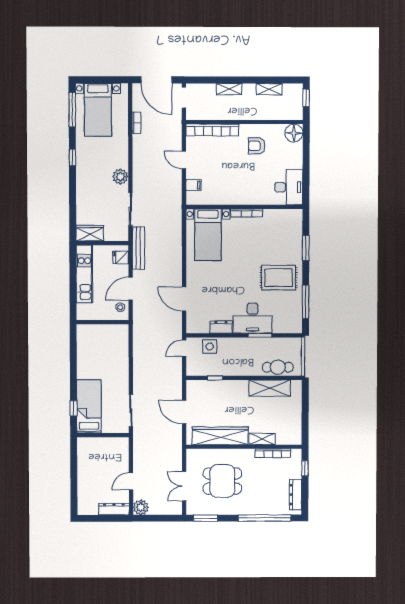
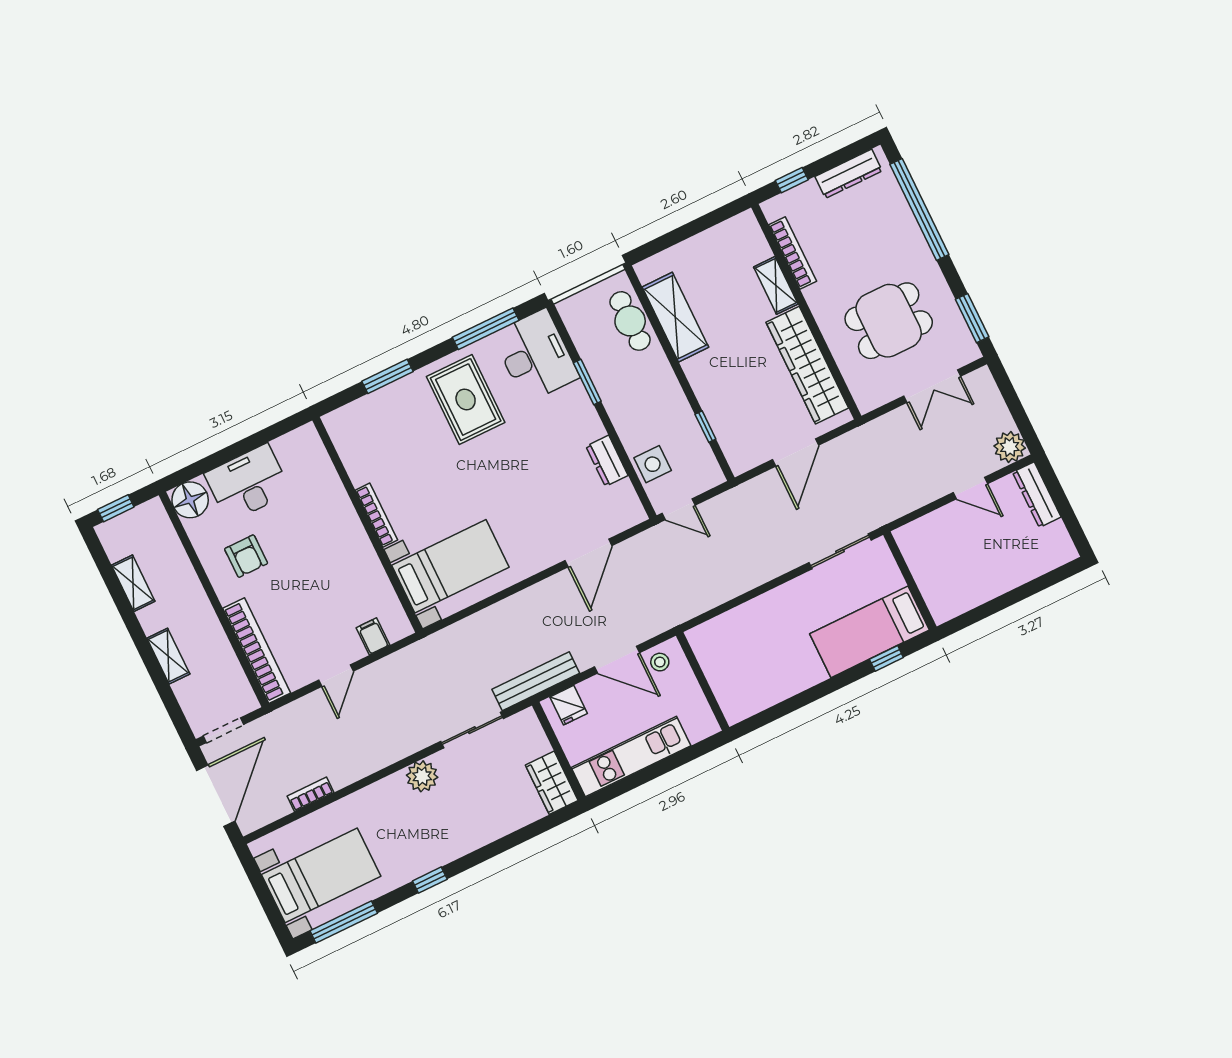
desk: (289, 187) -> (248, 483), moved
desk: (253, 318) -> (536, 356), moved
dining table: (222, 481) -> (889, 321), turned 90

